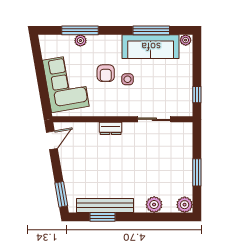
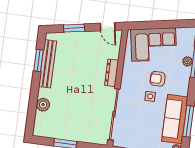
sliding door: (154, 119) -> (114, 114), width x1.86
dresser: (111, 128) -> (112, 73), width x1.44
window: (61, 194) -> (74, 28), moved
plant: (185, 205) -> (40, 130), removed

